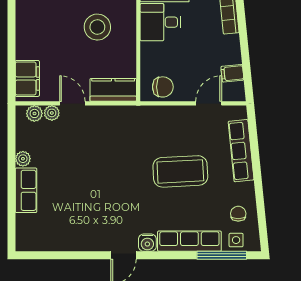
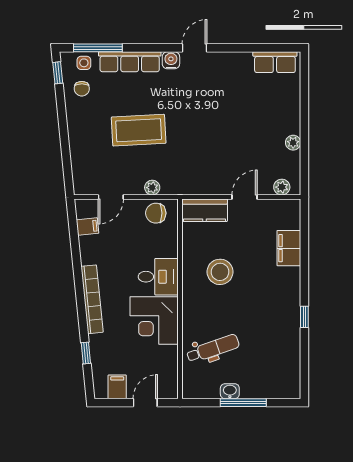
filing cabinet: (27, 78) -> (289, 248), moved
door: (72, 103) -> (245, 197), swing flipped
plant: (52, 113) -> (152, 188), moved
row of seats: (241, 151) -> (79, 151), removed
row of seats: (26, 190) -> (275, 62), moved, turned -90
window: (263, 230) -> (58, 73), added

